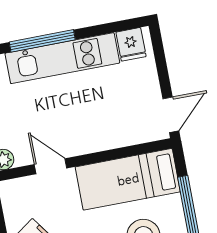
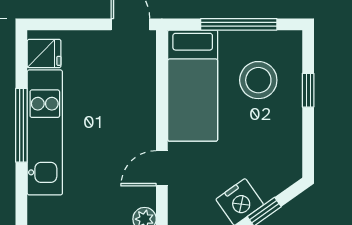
window: (42, 41) -> (21, 125), moved

